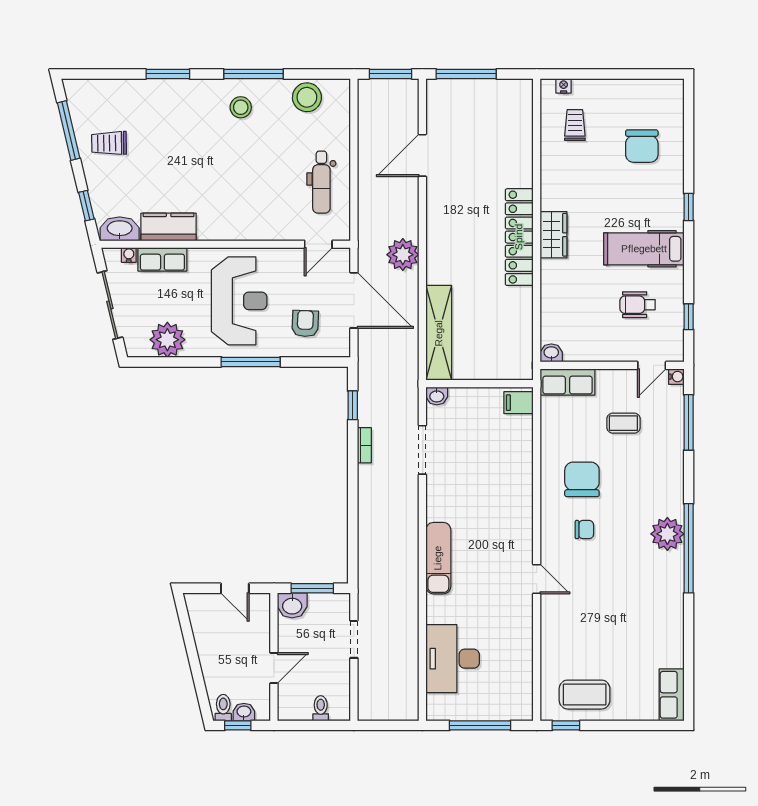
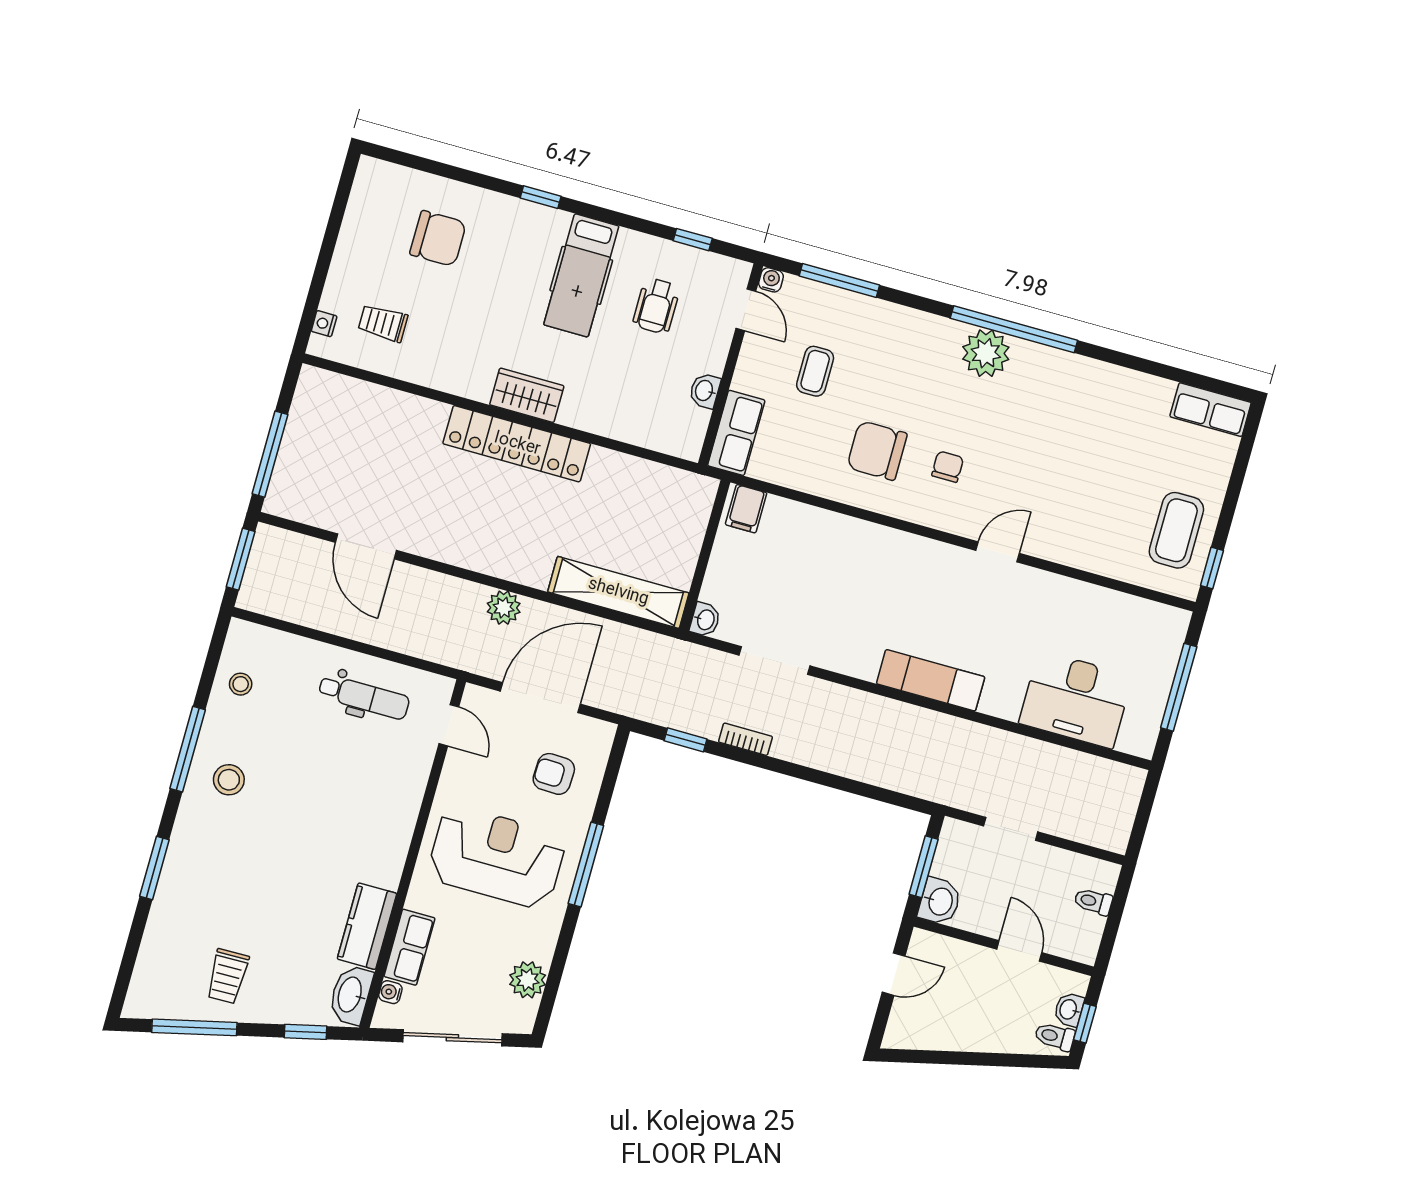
stool: (307, 97) -> (241, 684), width x0.53, depth x0.53
plant: (403, 255) -> (504, 608), width x0.73, depth x0.73
plant: (167, 340) -> (528, 980), width x0.73, depth x0.73
washbasin: (551, 353) -> (705, 391), moved

